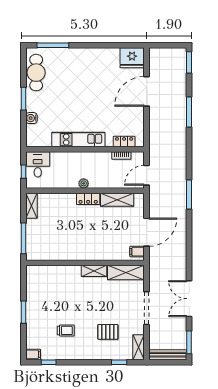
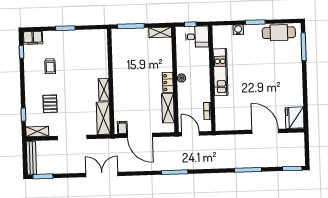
locker: (124, 142) -> (220, 113), removed
double door: (189, 299) -> (102, 174), moved
filing cabinet: (33, 354) -> (33, 38), width x2.00

